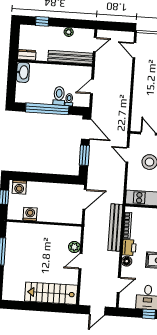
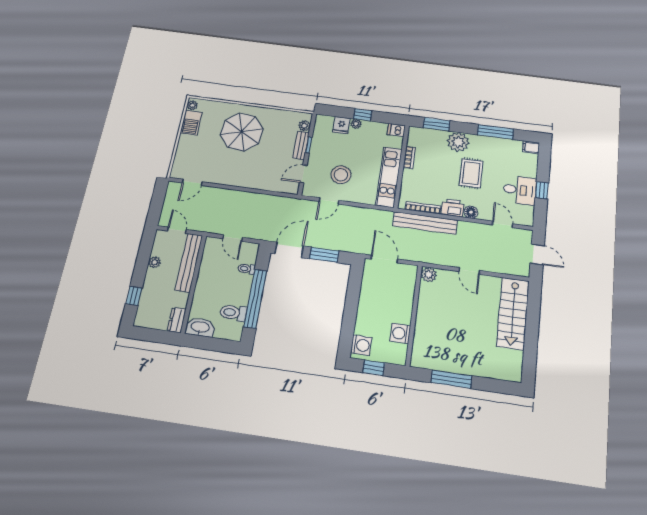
toilet: (59, 96) -> (233, 313), moved
plant: (74, 247) -> (429, 275), moved

